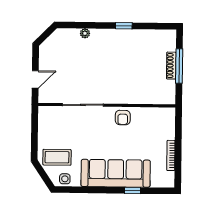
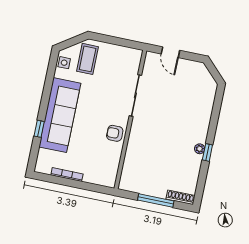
plant: (85, 33) -> (200, 149), moved
shoe rack: (171, 66) -> (180, 197), moved

